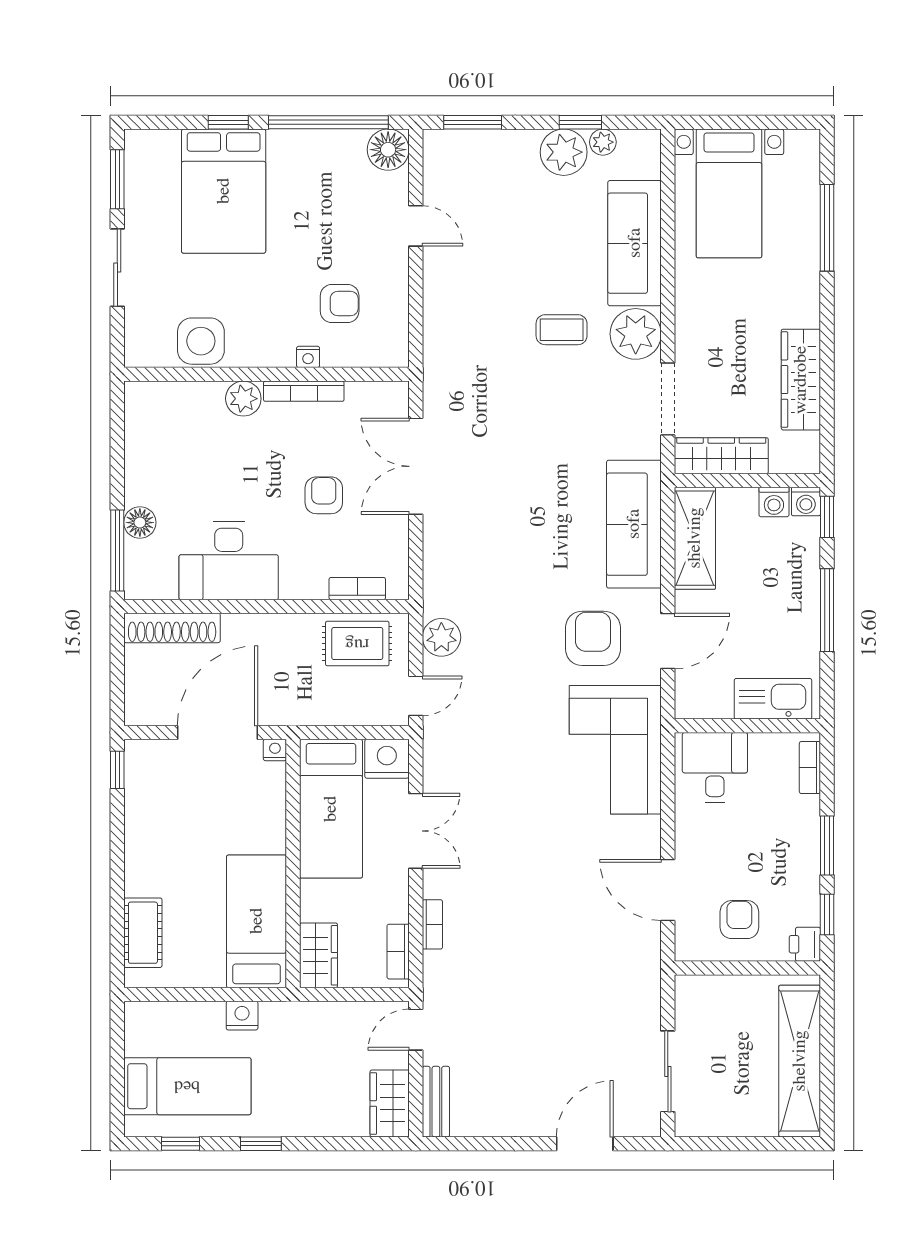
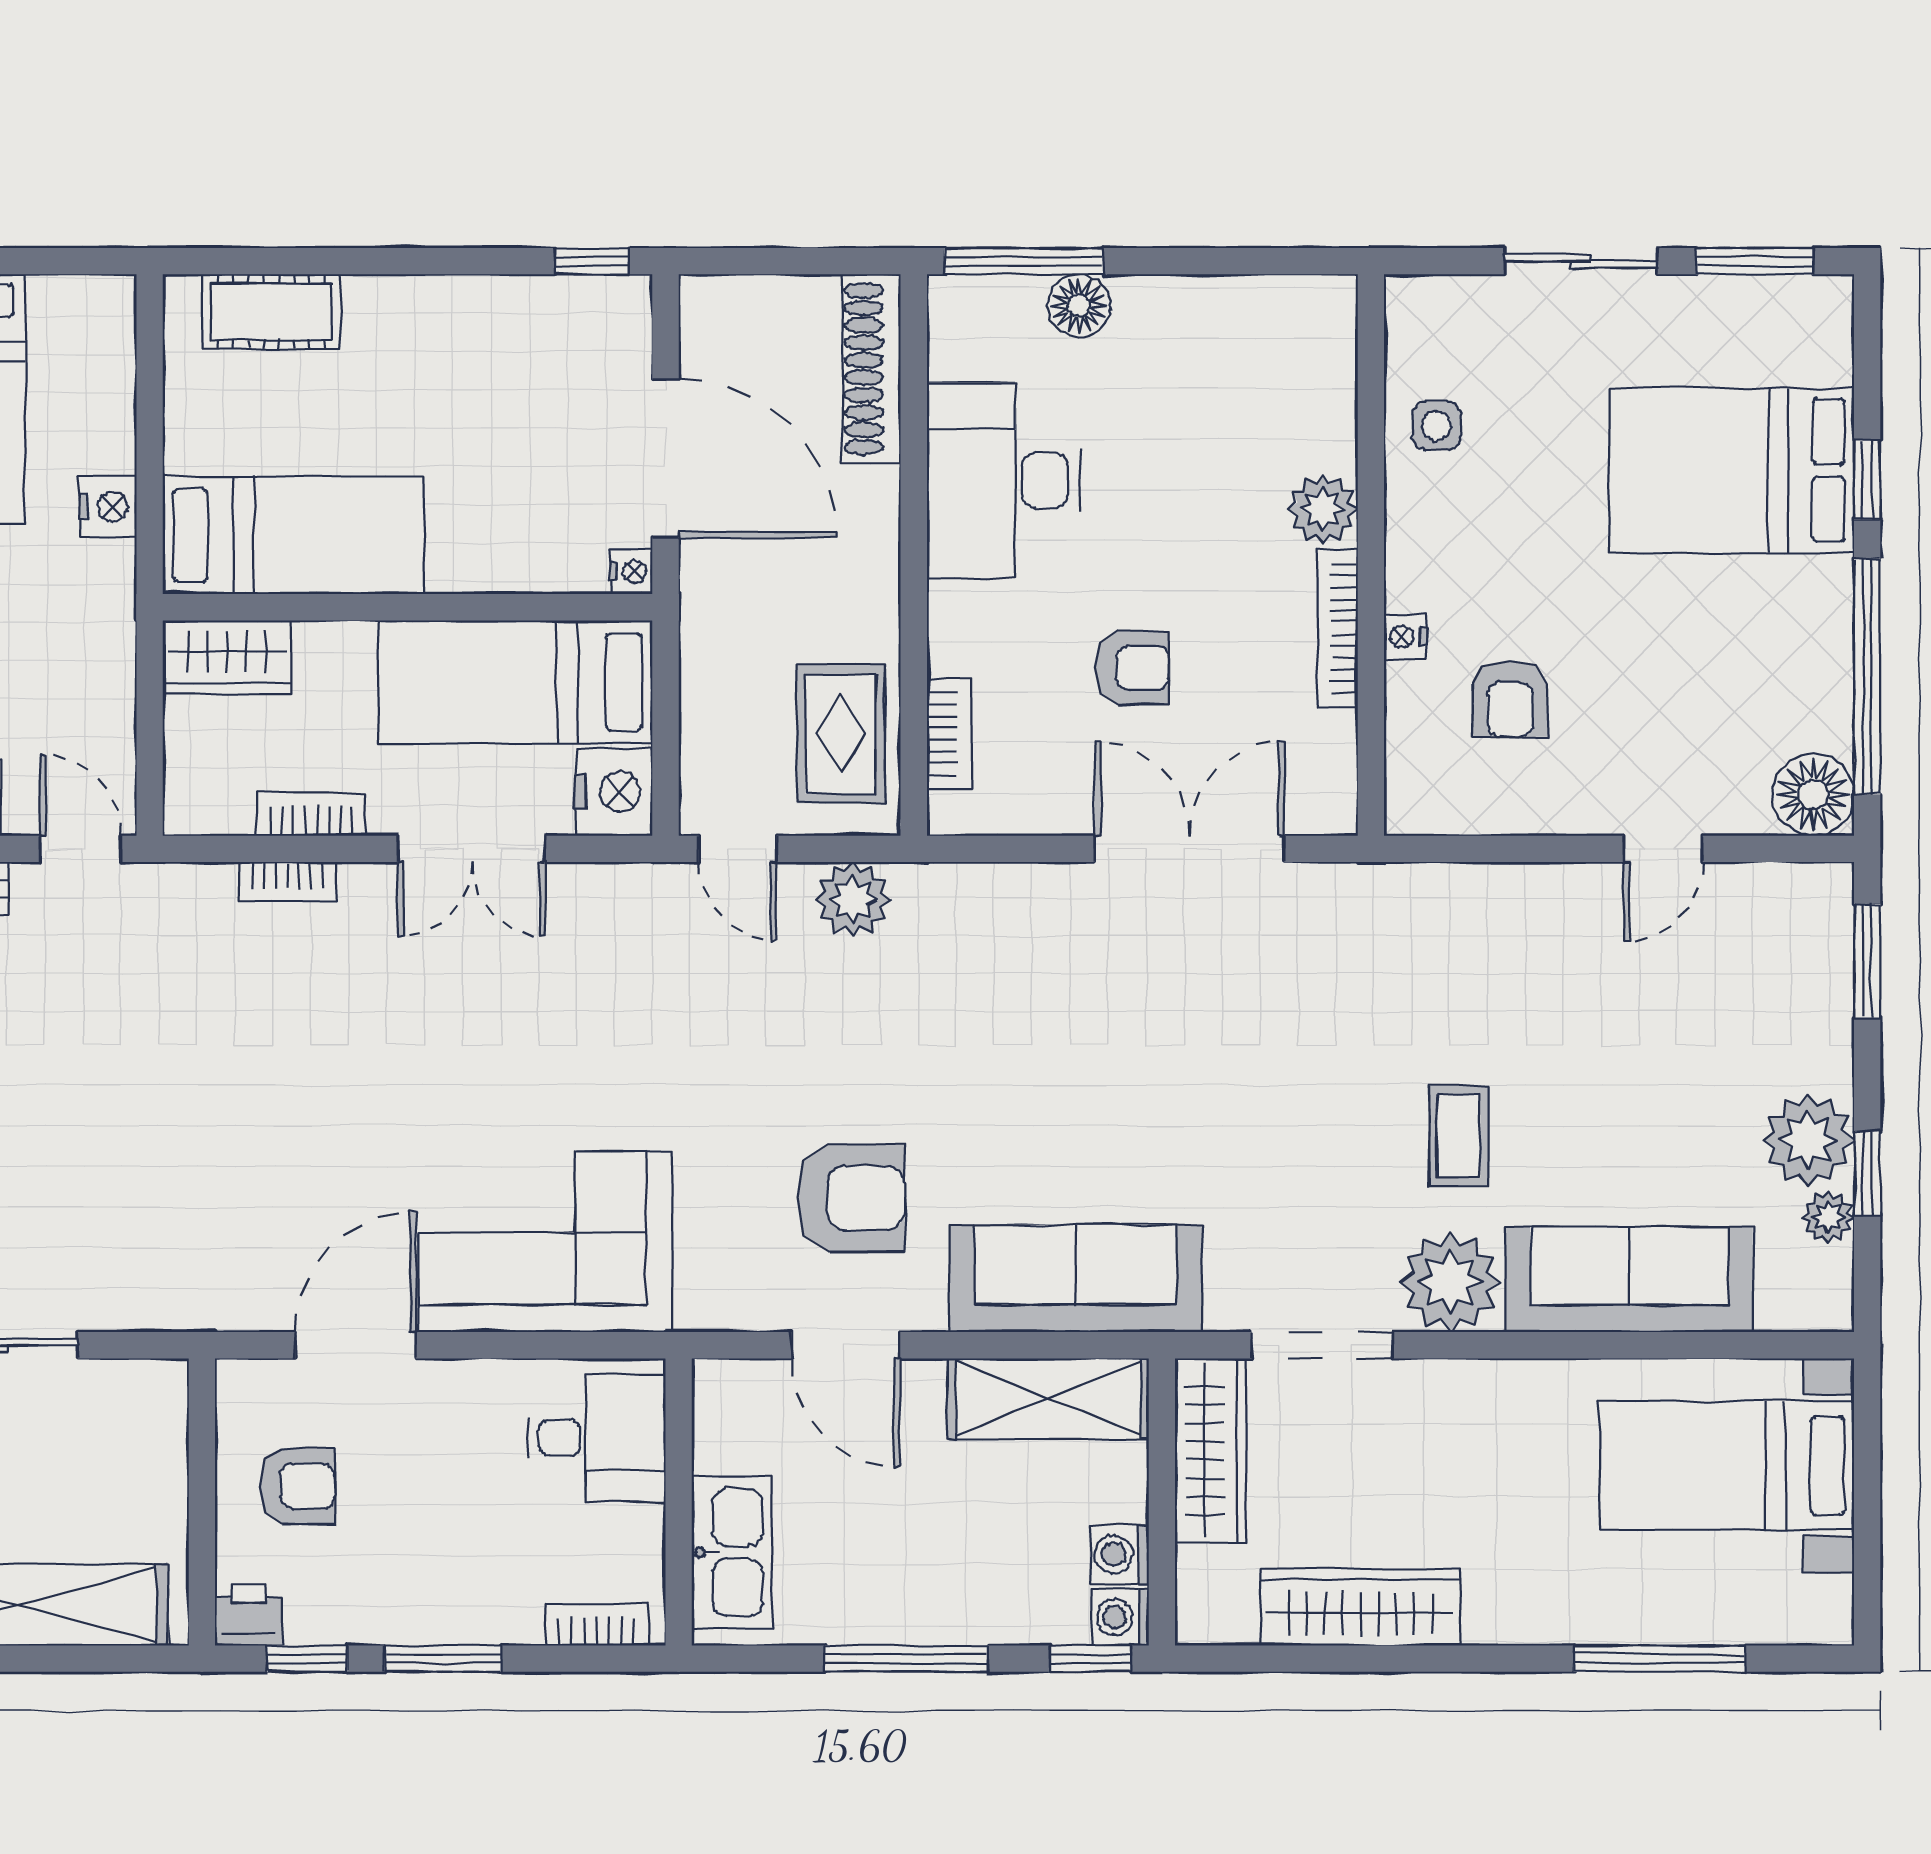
side table: (201, 341) -> (1436, 426), width x0.54, depth x0.54
corner sofa: (615, 750) -> (545, 1242), moved
bookcase: (398, 952) -> (311, 814), moved

